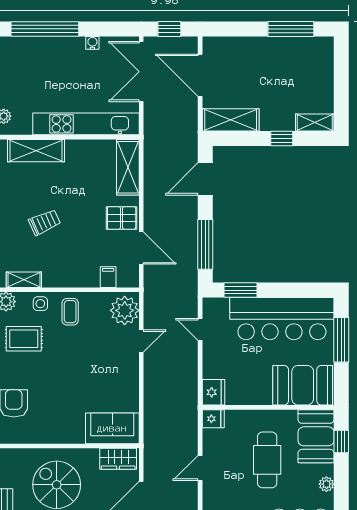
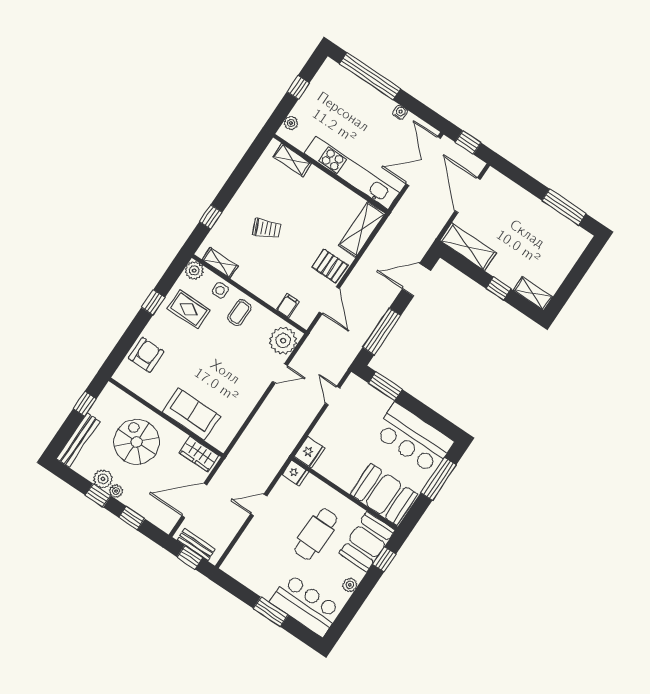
shelving: (36, 151) -> (292, 160), width x0.67, depth x0.75
bar counter: (282, 319) -> (414, 438), width x0.73
sofa: (112, 428) -> (191, 414), moved

